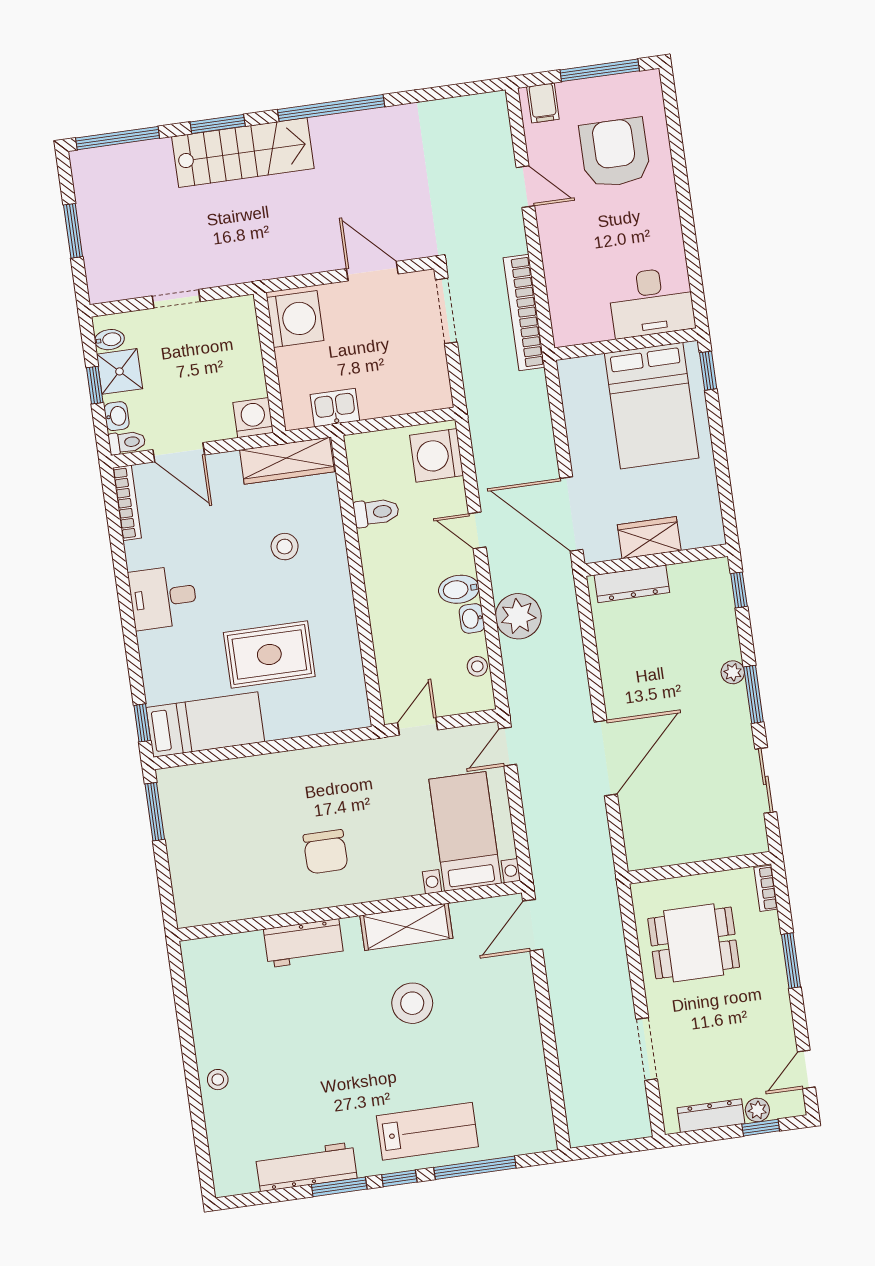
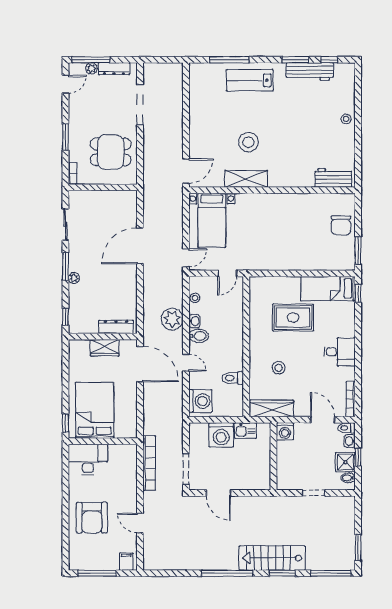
armchair: (615, 153) -> (92, 518), moved
window: (73, 231) -> (358, 548), moved
washing machine: (295, 319) -> (221, 435), moved, turned -90
chair: (325, 852) -> (341, 225), moved, turned 180
workbench: (304, 943) -> (333, 178), moved
doorway: (647, 1049) -> (140, 105), width x1.36
window: (761, 1128) -> (91, 60), width x2.17
window: (399, 1178) -> (329, 60), moved

